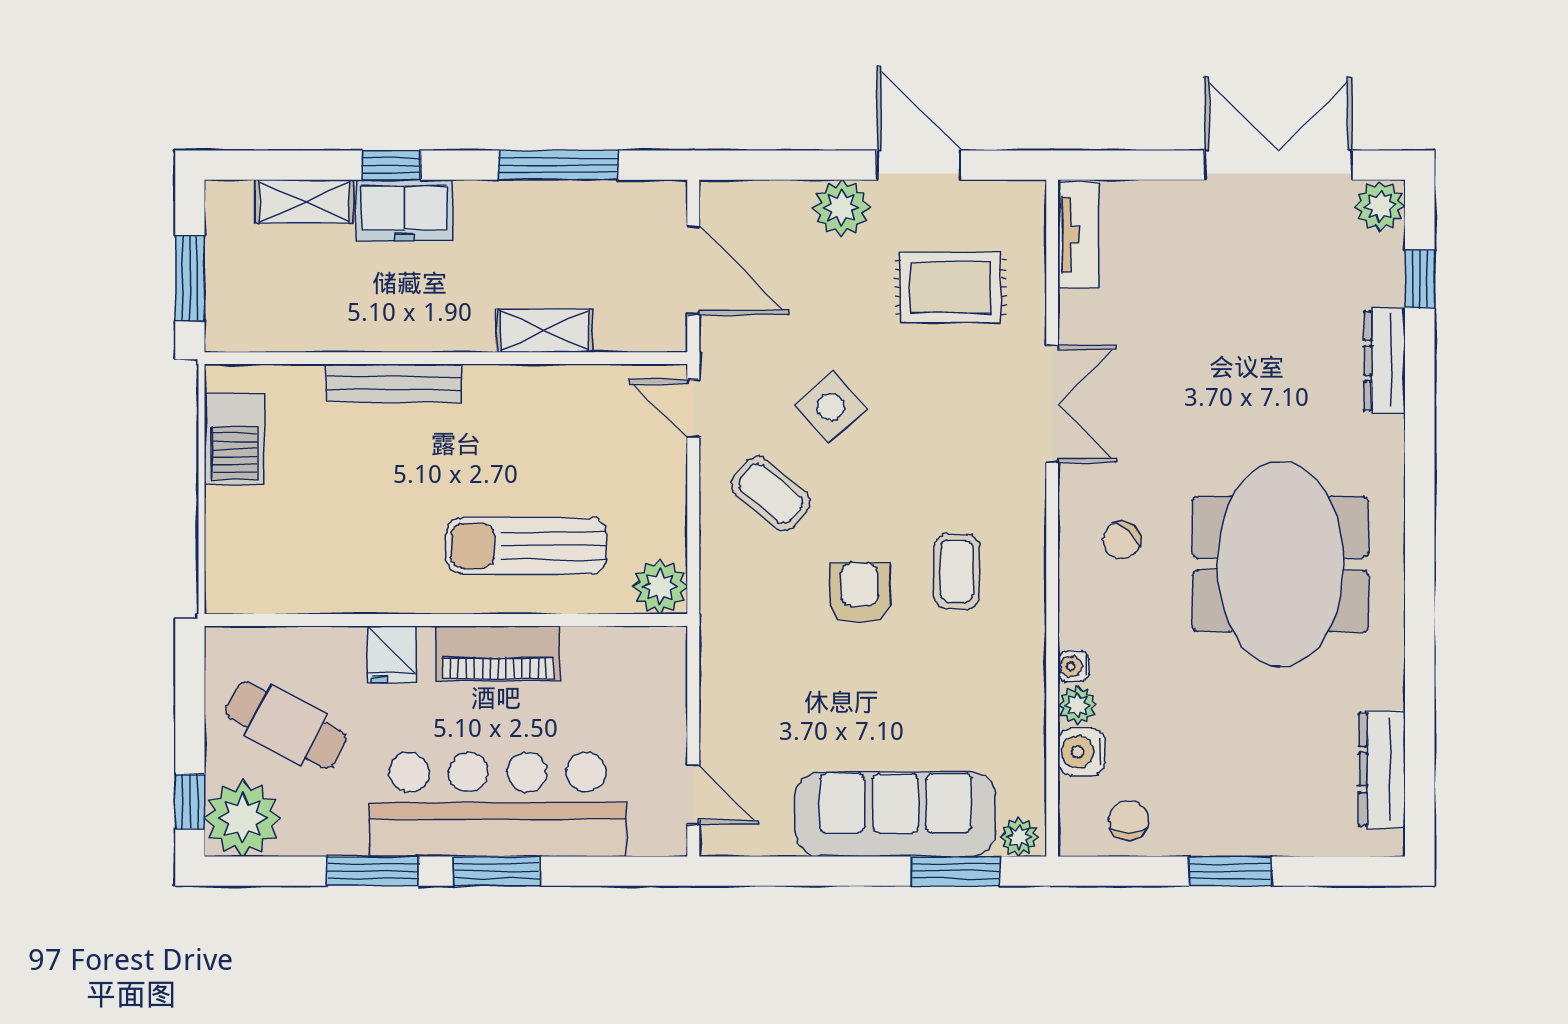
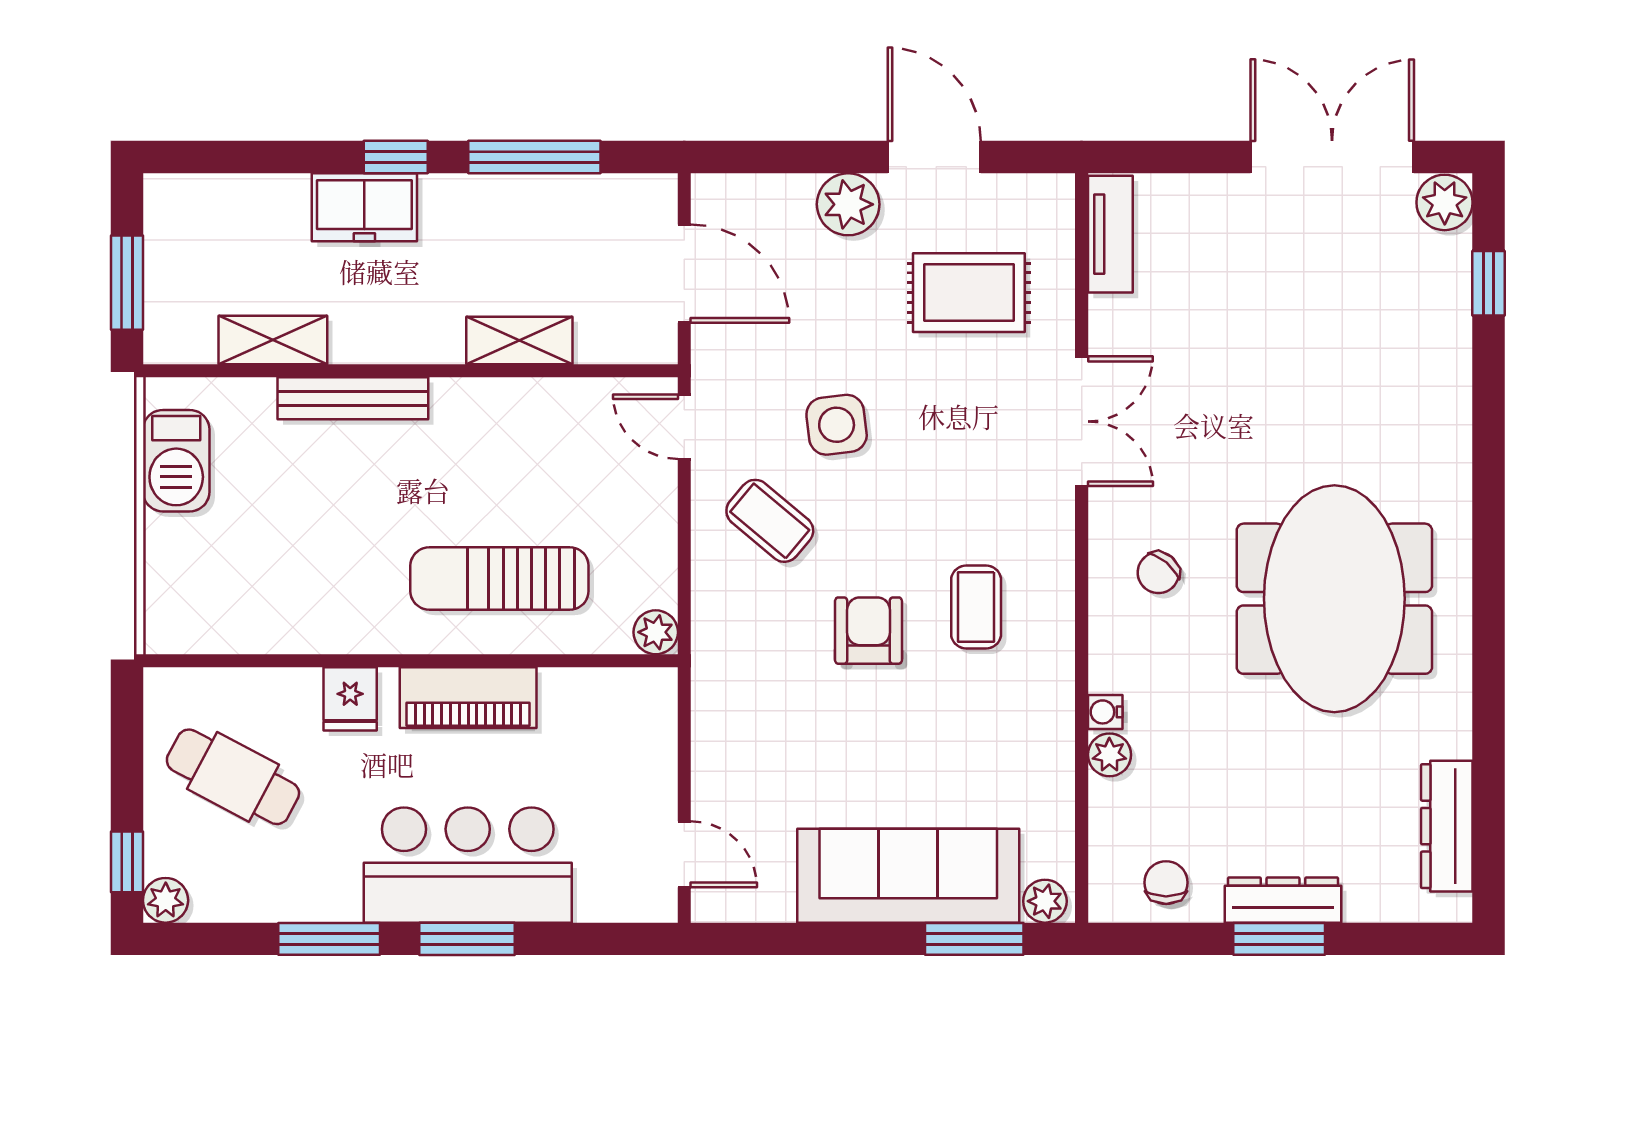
window: (391, 165) -> (396, 157), moved
shelving: (304, 202) -> (273, 340), moved
dresser: (1385, 361) -> (1283, 900), moved, turned 90
side table: (831, 407) -> (837, 425), turned 35
plant: (660, 587) -> (656, 632), width x0.73, depth x0.73
water cooler: (1082, 752) -> (1114, 807), removed
bar counter: (498, 804) -> (468, 865), width x0.73
plant: (243, 819) -> (166, 900), width x0.53, depth x0.53

